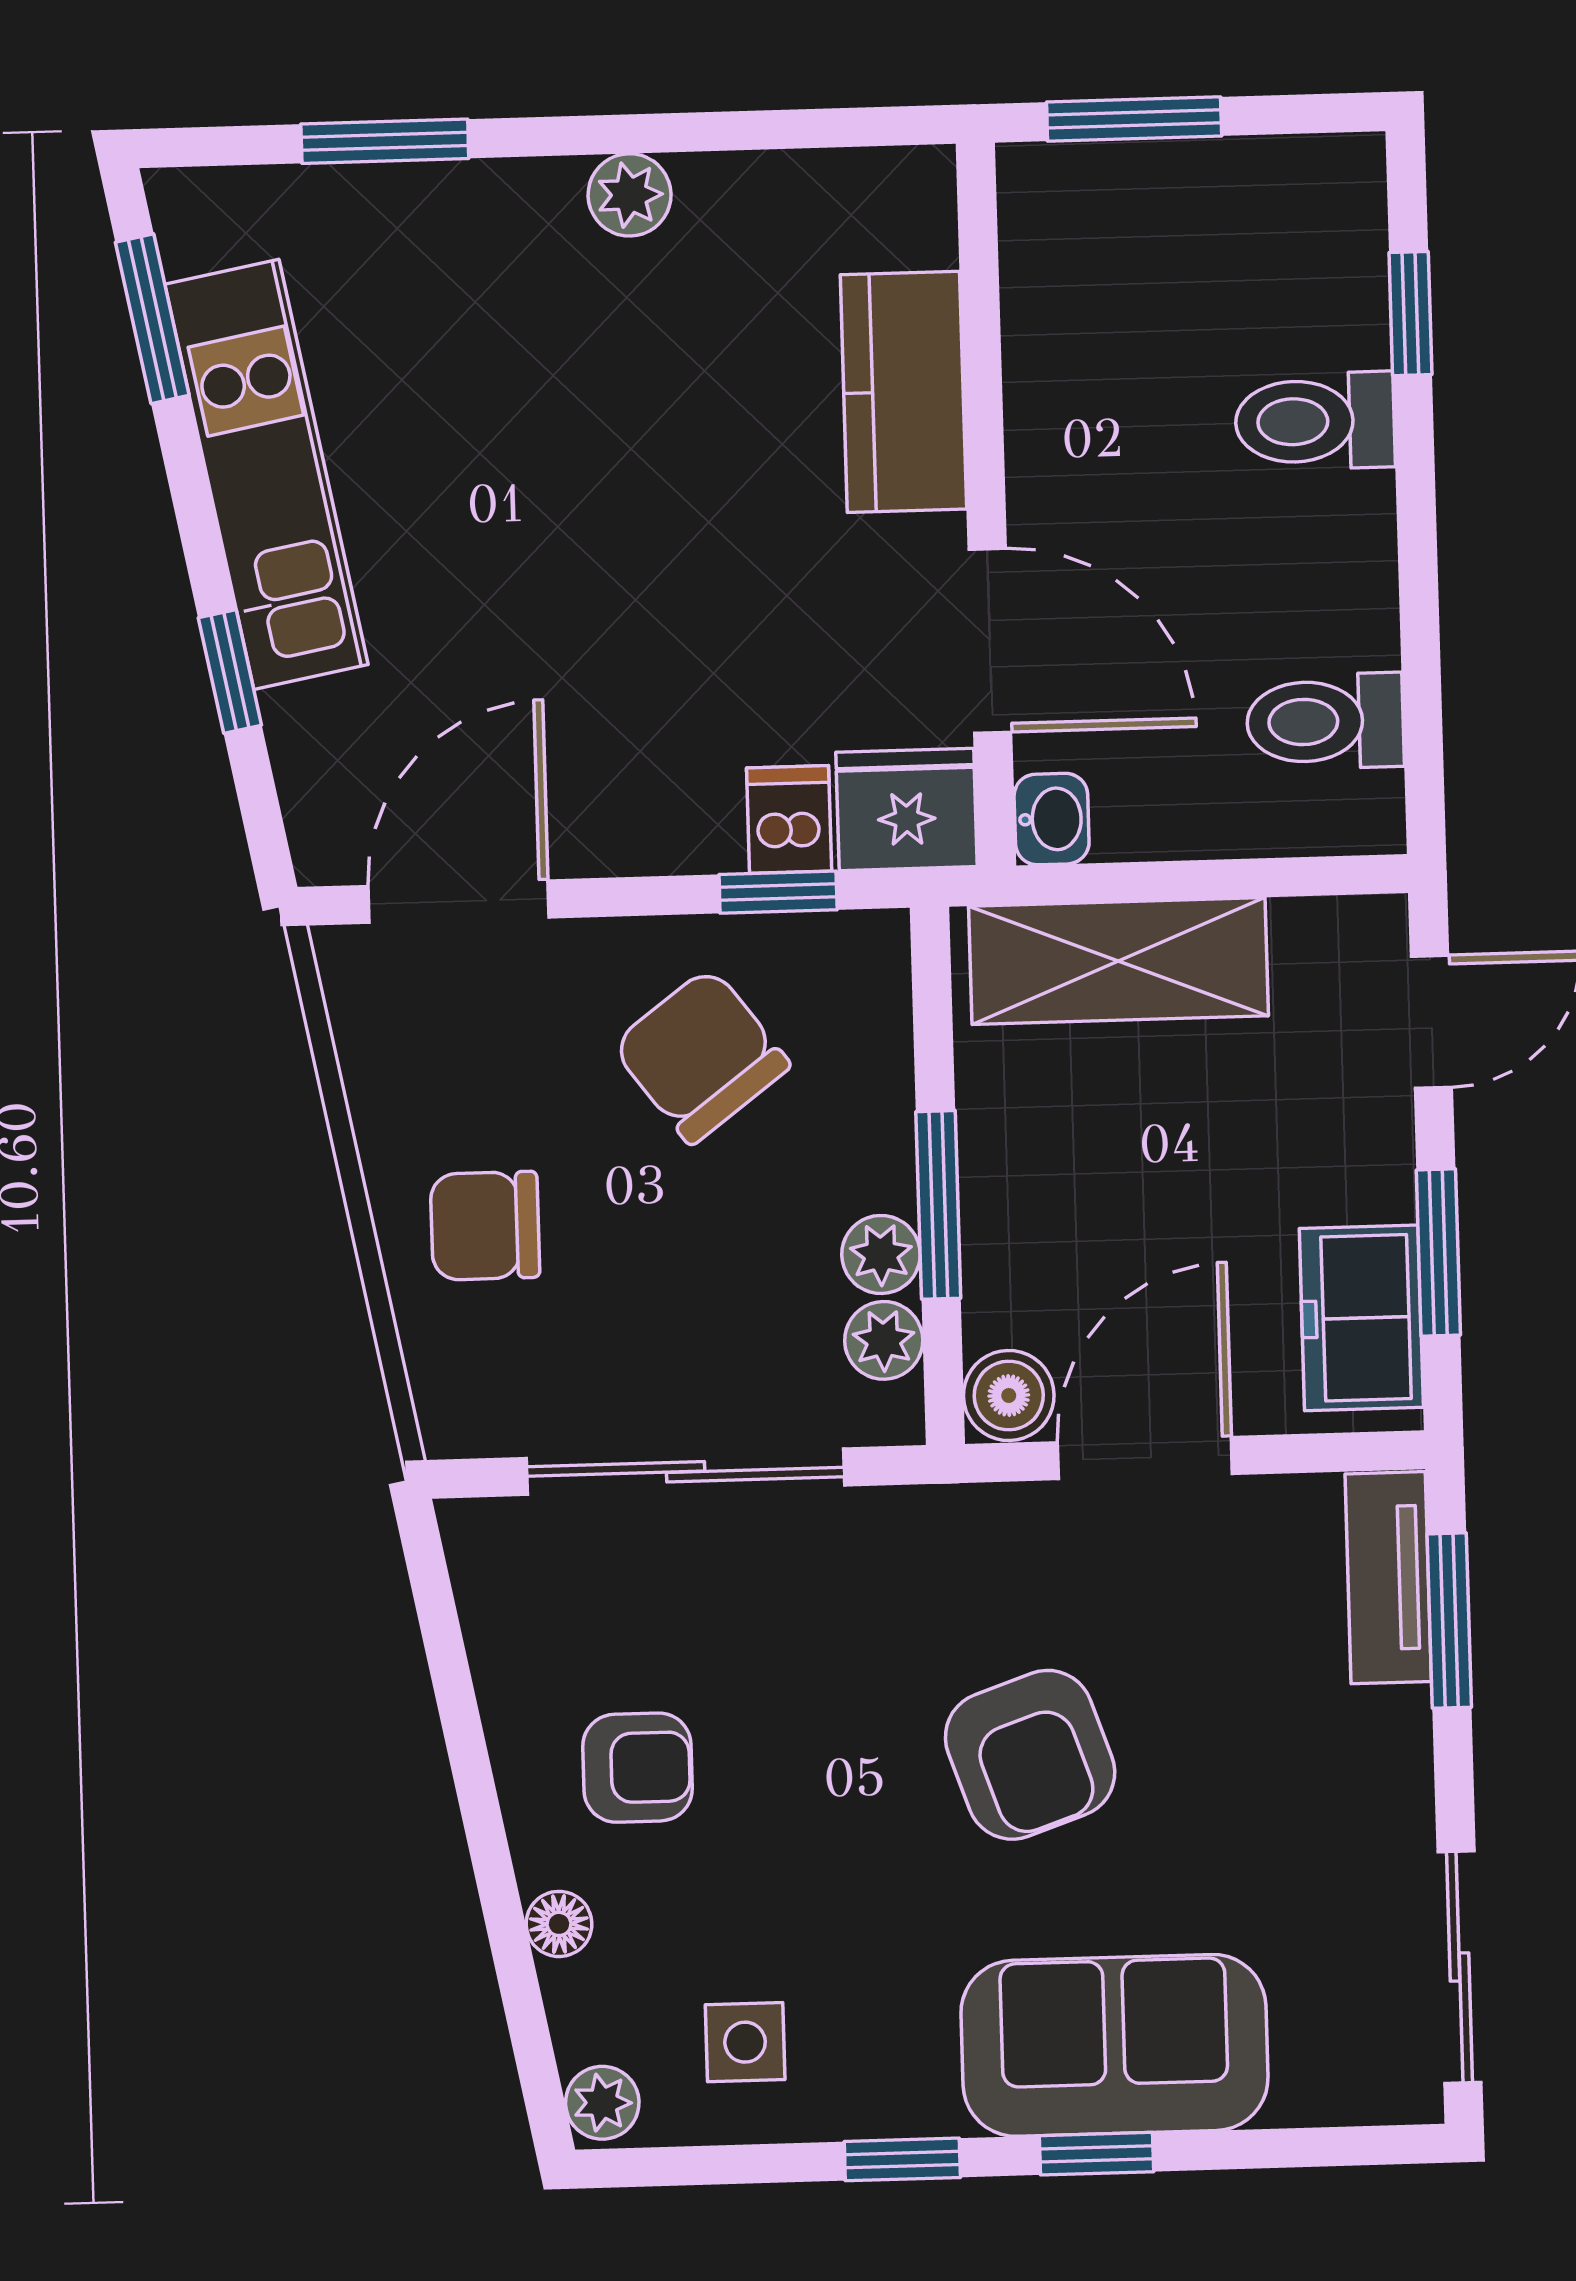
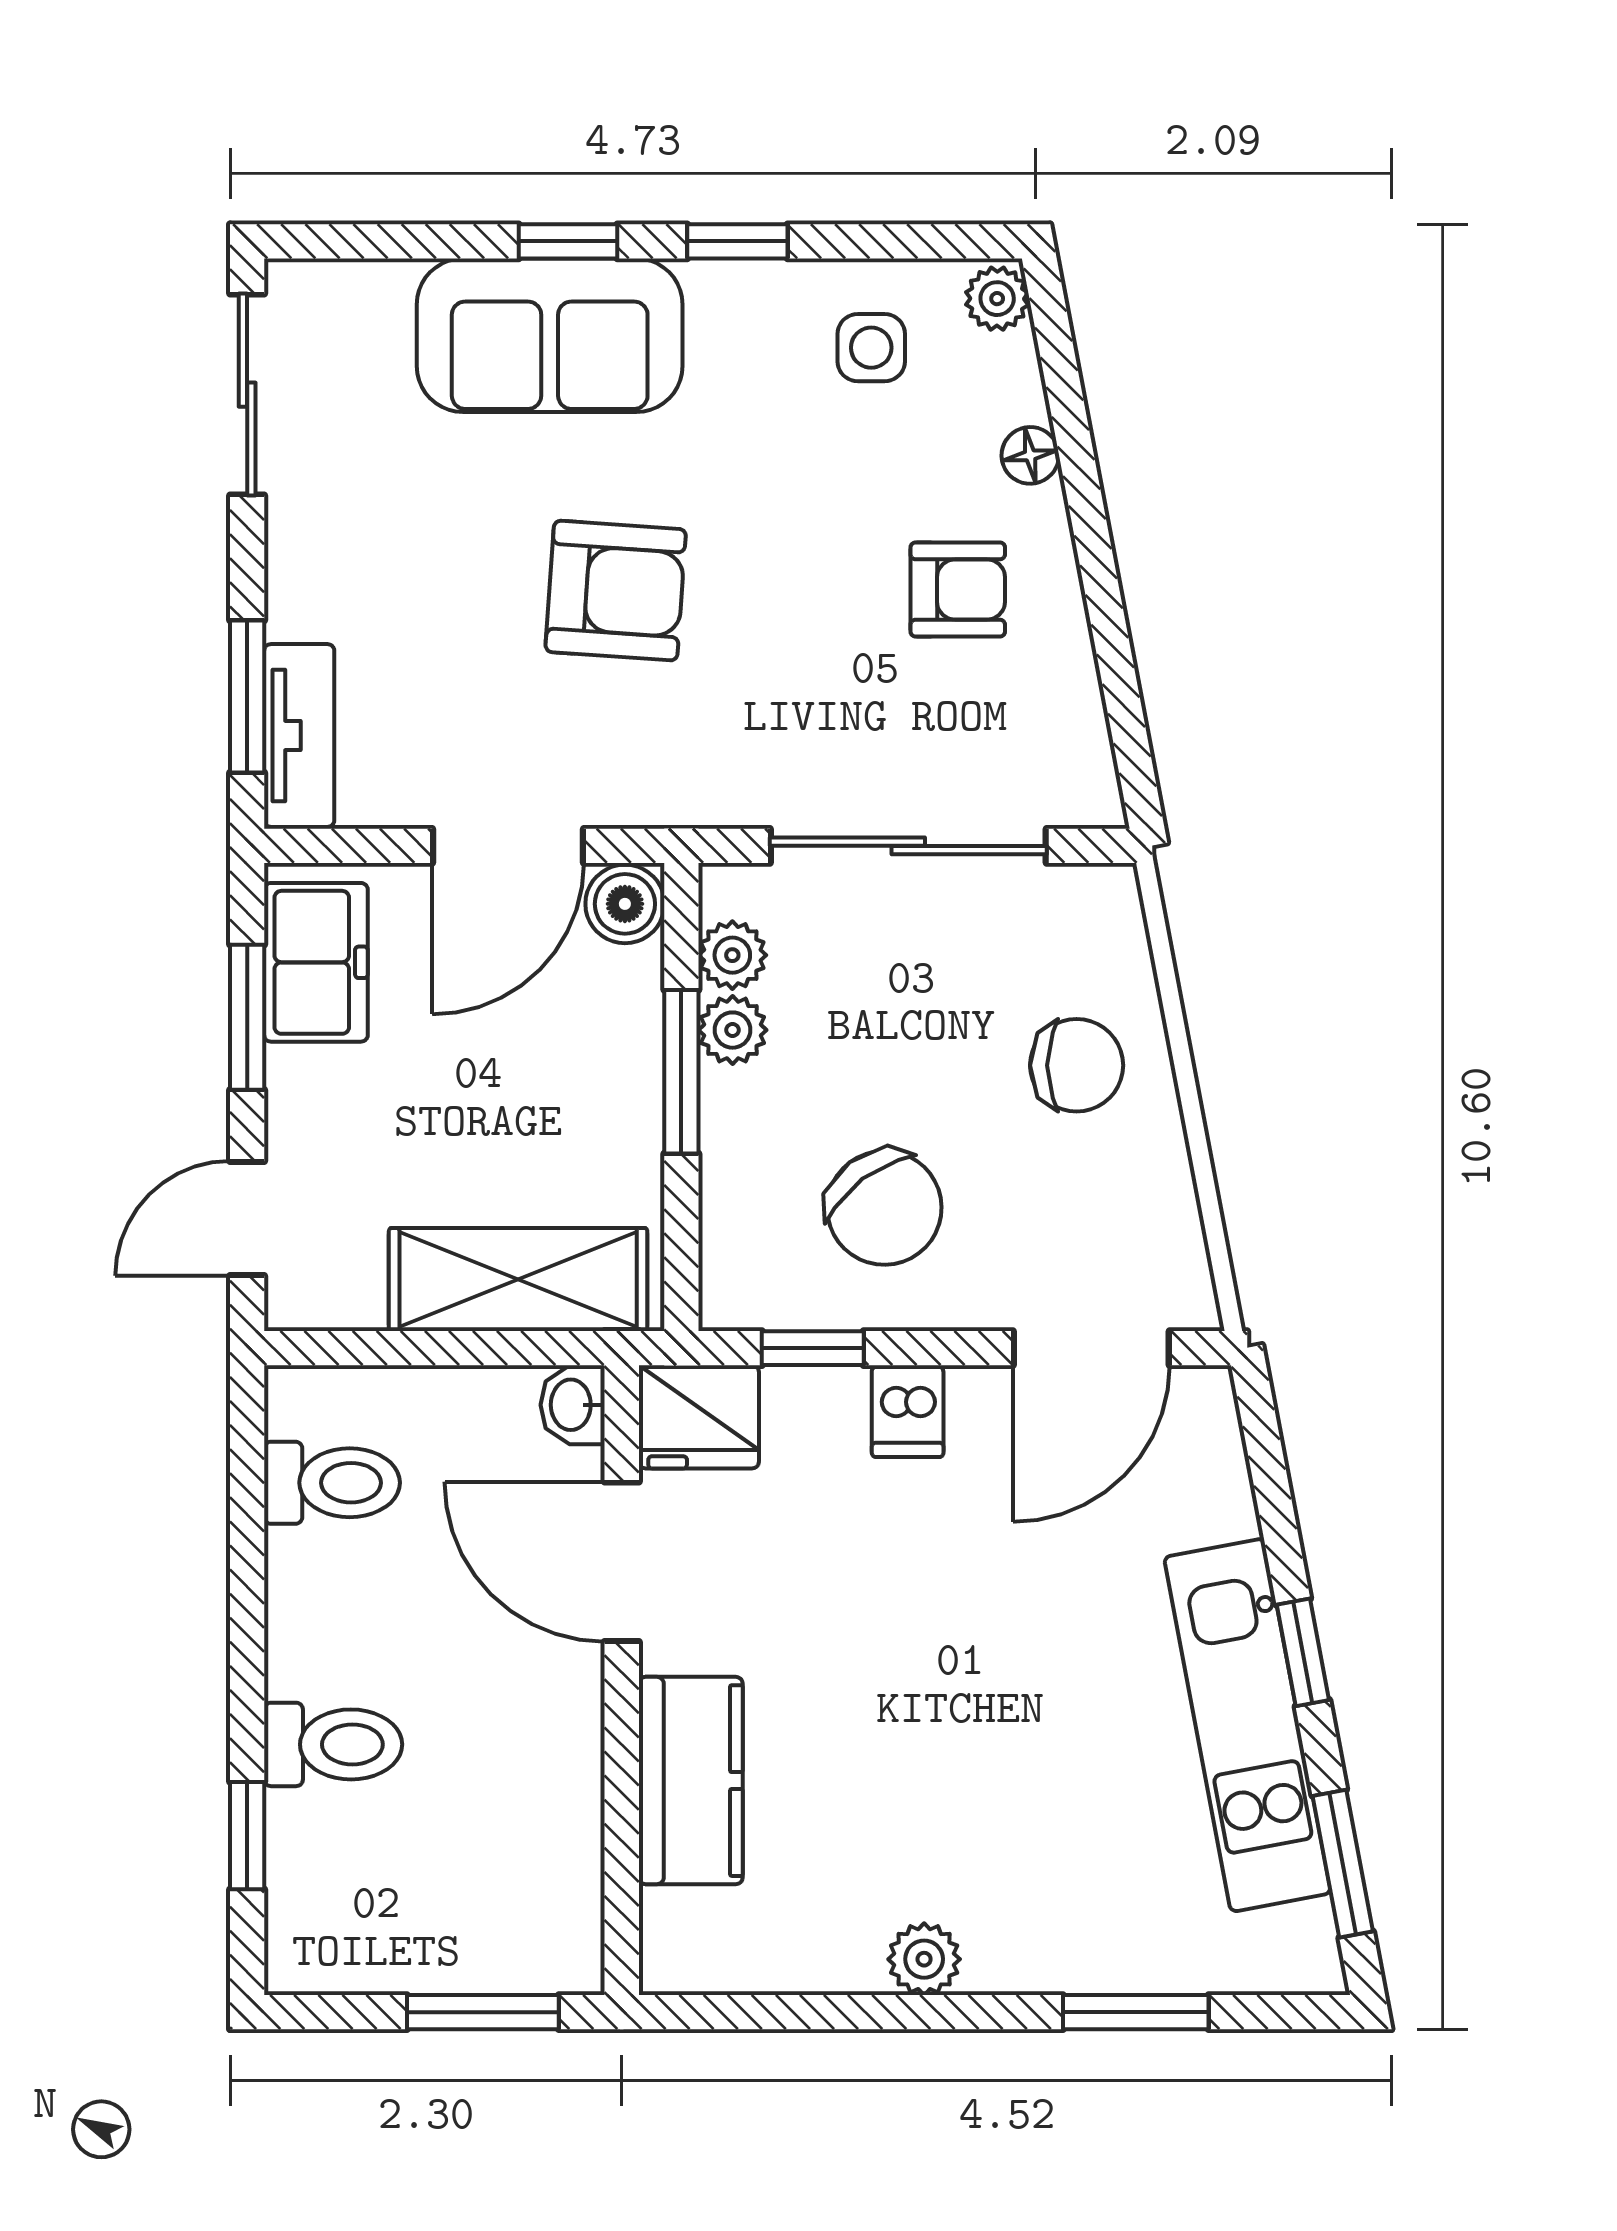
window: (230, 671) -> (1303, 1652), moved
dishwasher: (789, 819) -> (908, 1411), moved
armchair: (1030, 1755) -> (616, 591), turned 113
armchair: (637, 1768) -> (958, 590), turned 180

